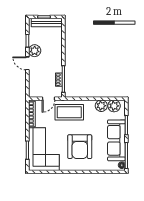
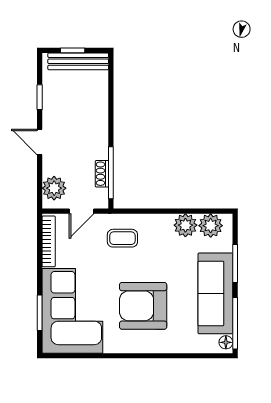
plant: (35, 51) -> (54, 188), moved
coffee table: (69, 112) -> (122, 238), width x0.54, depth x0.58
armchair: (80, 147) -> (143, 306), turned 90

